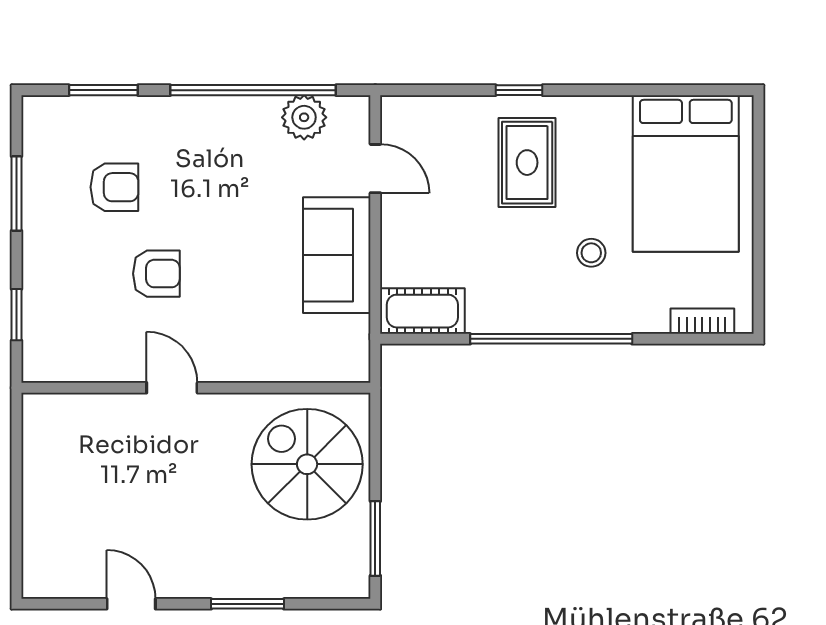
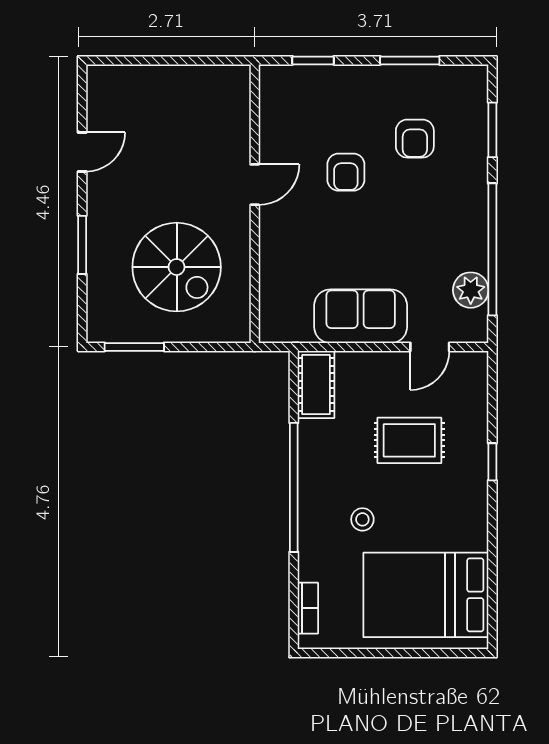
rug: (527, 163) -> (409, 440), moved
spiral stairs: (307, 464) -> (177, 267), moved, turned 90

